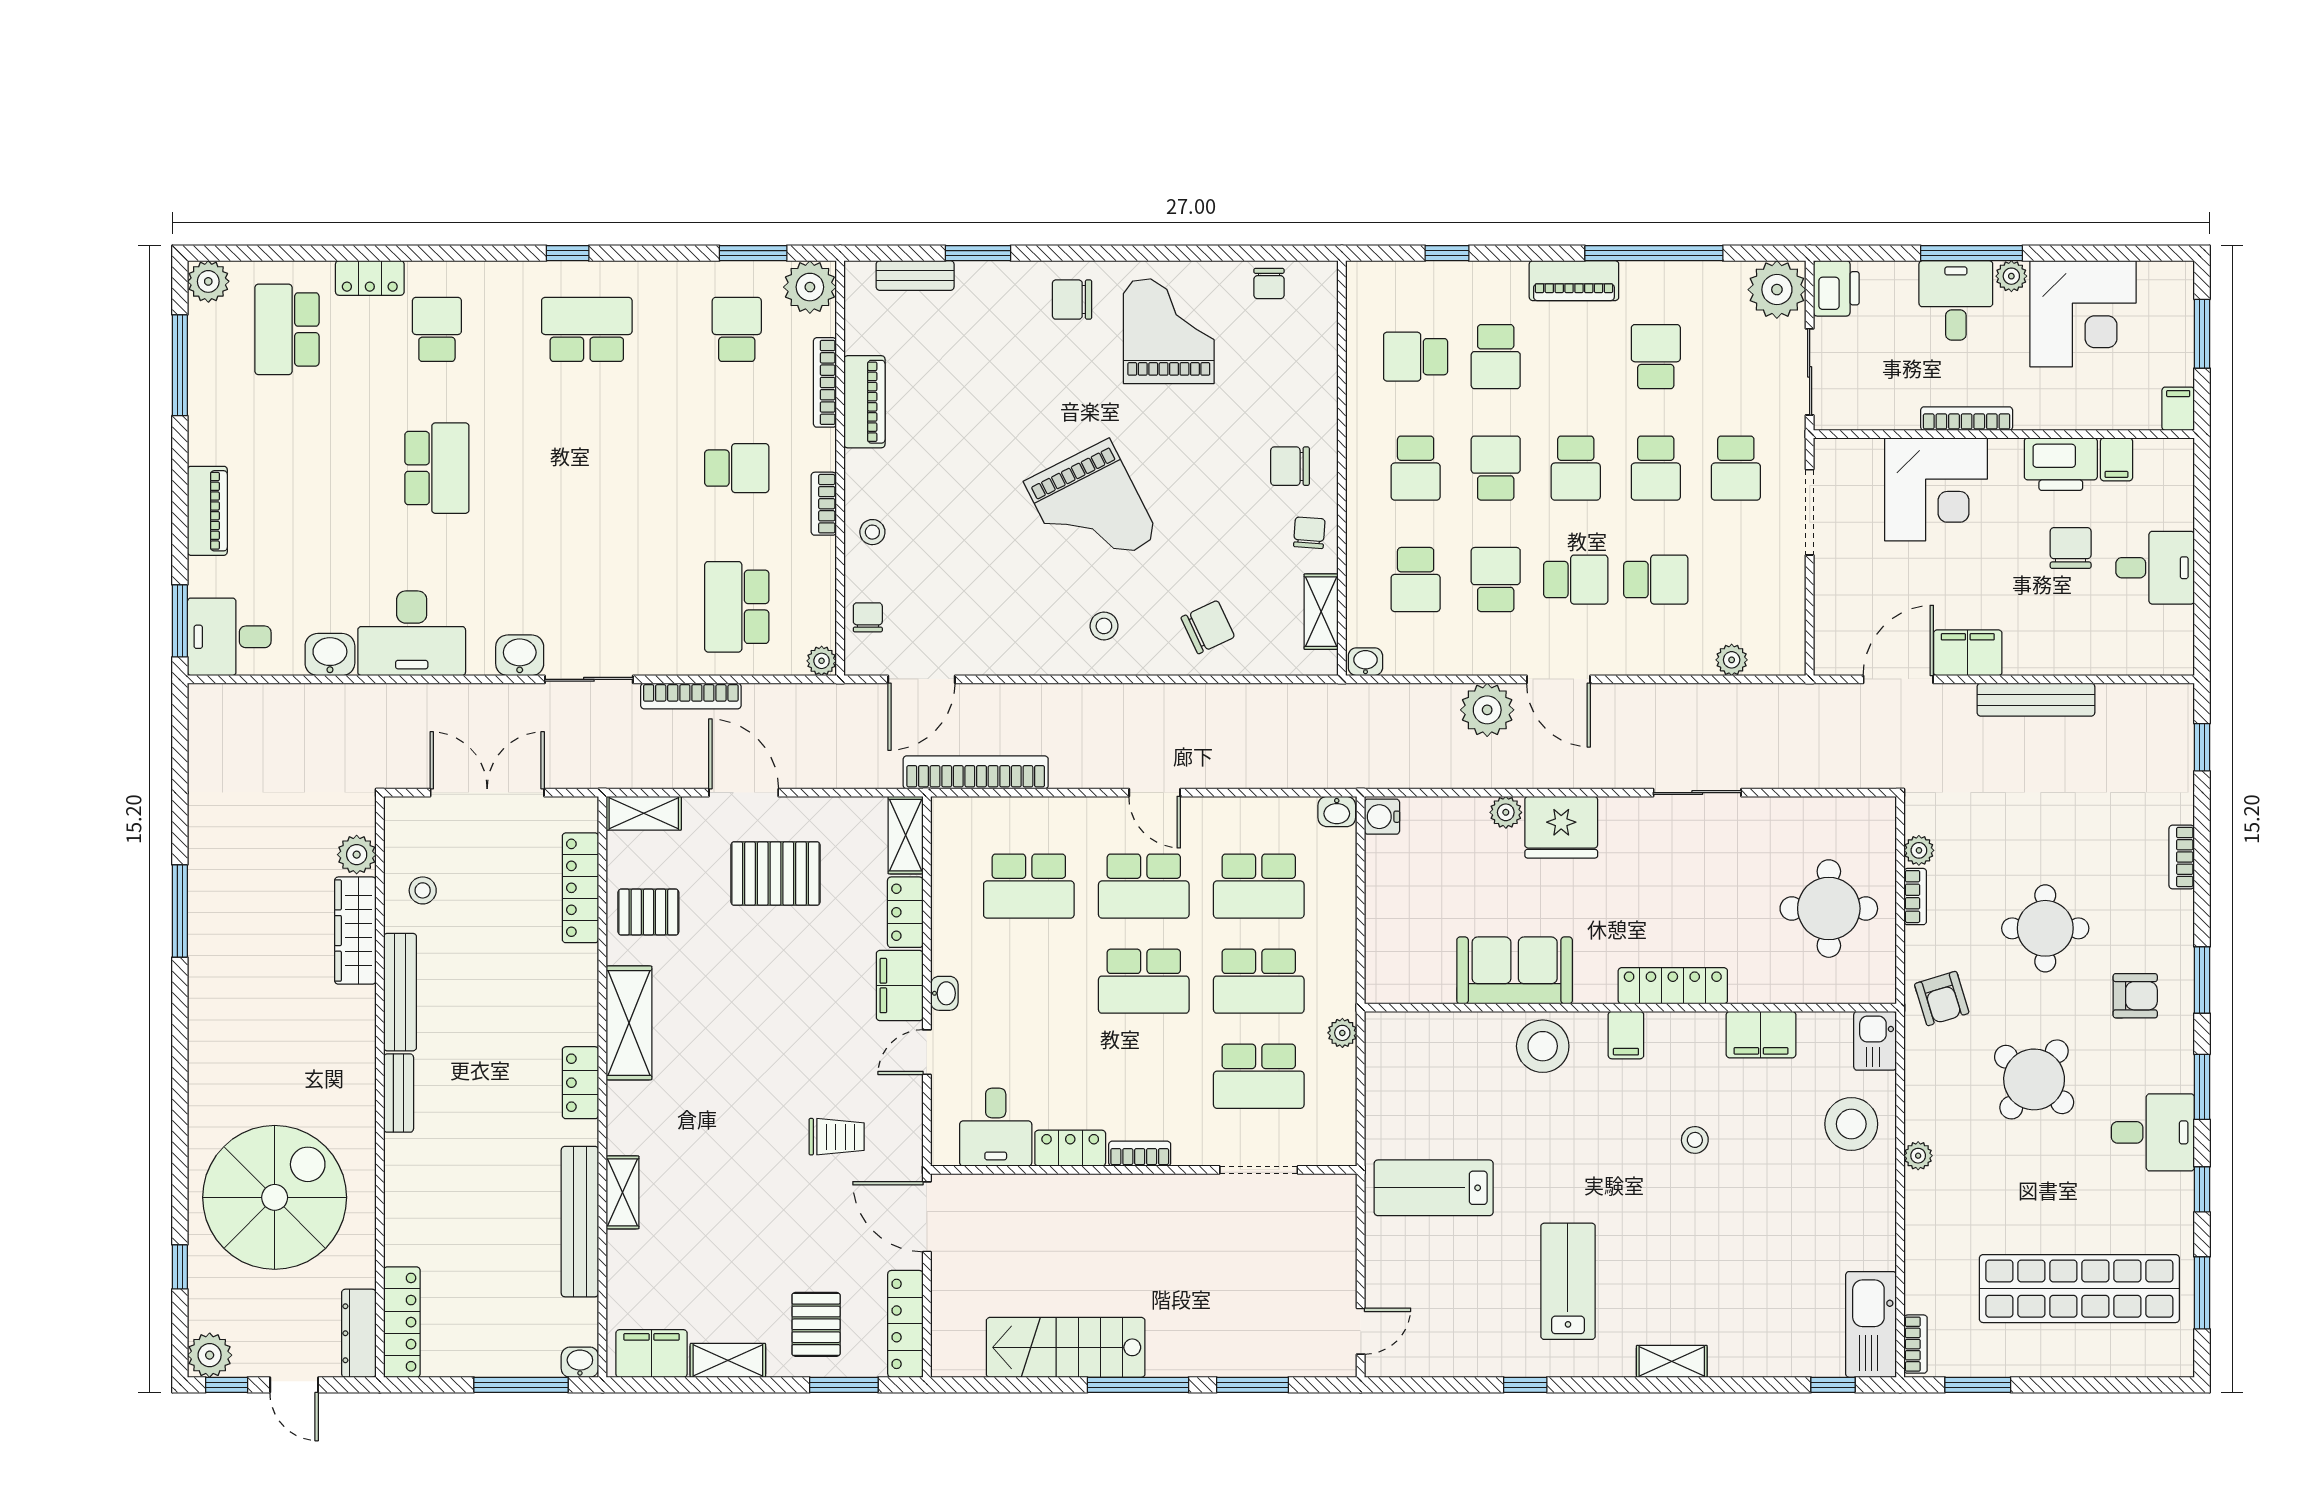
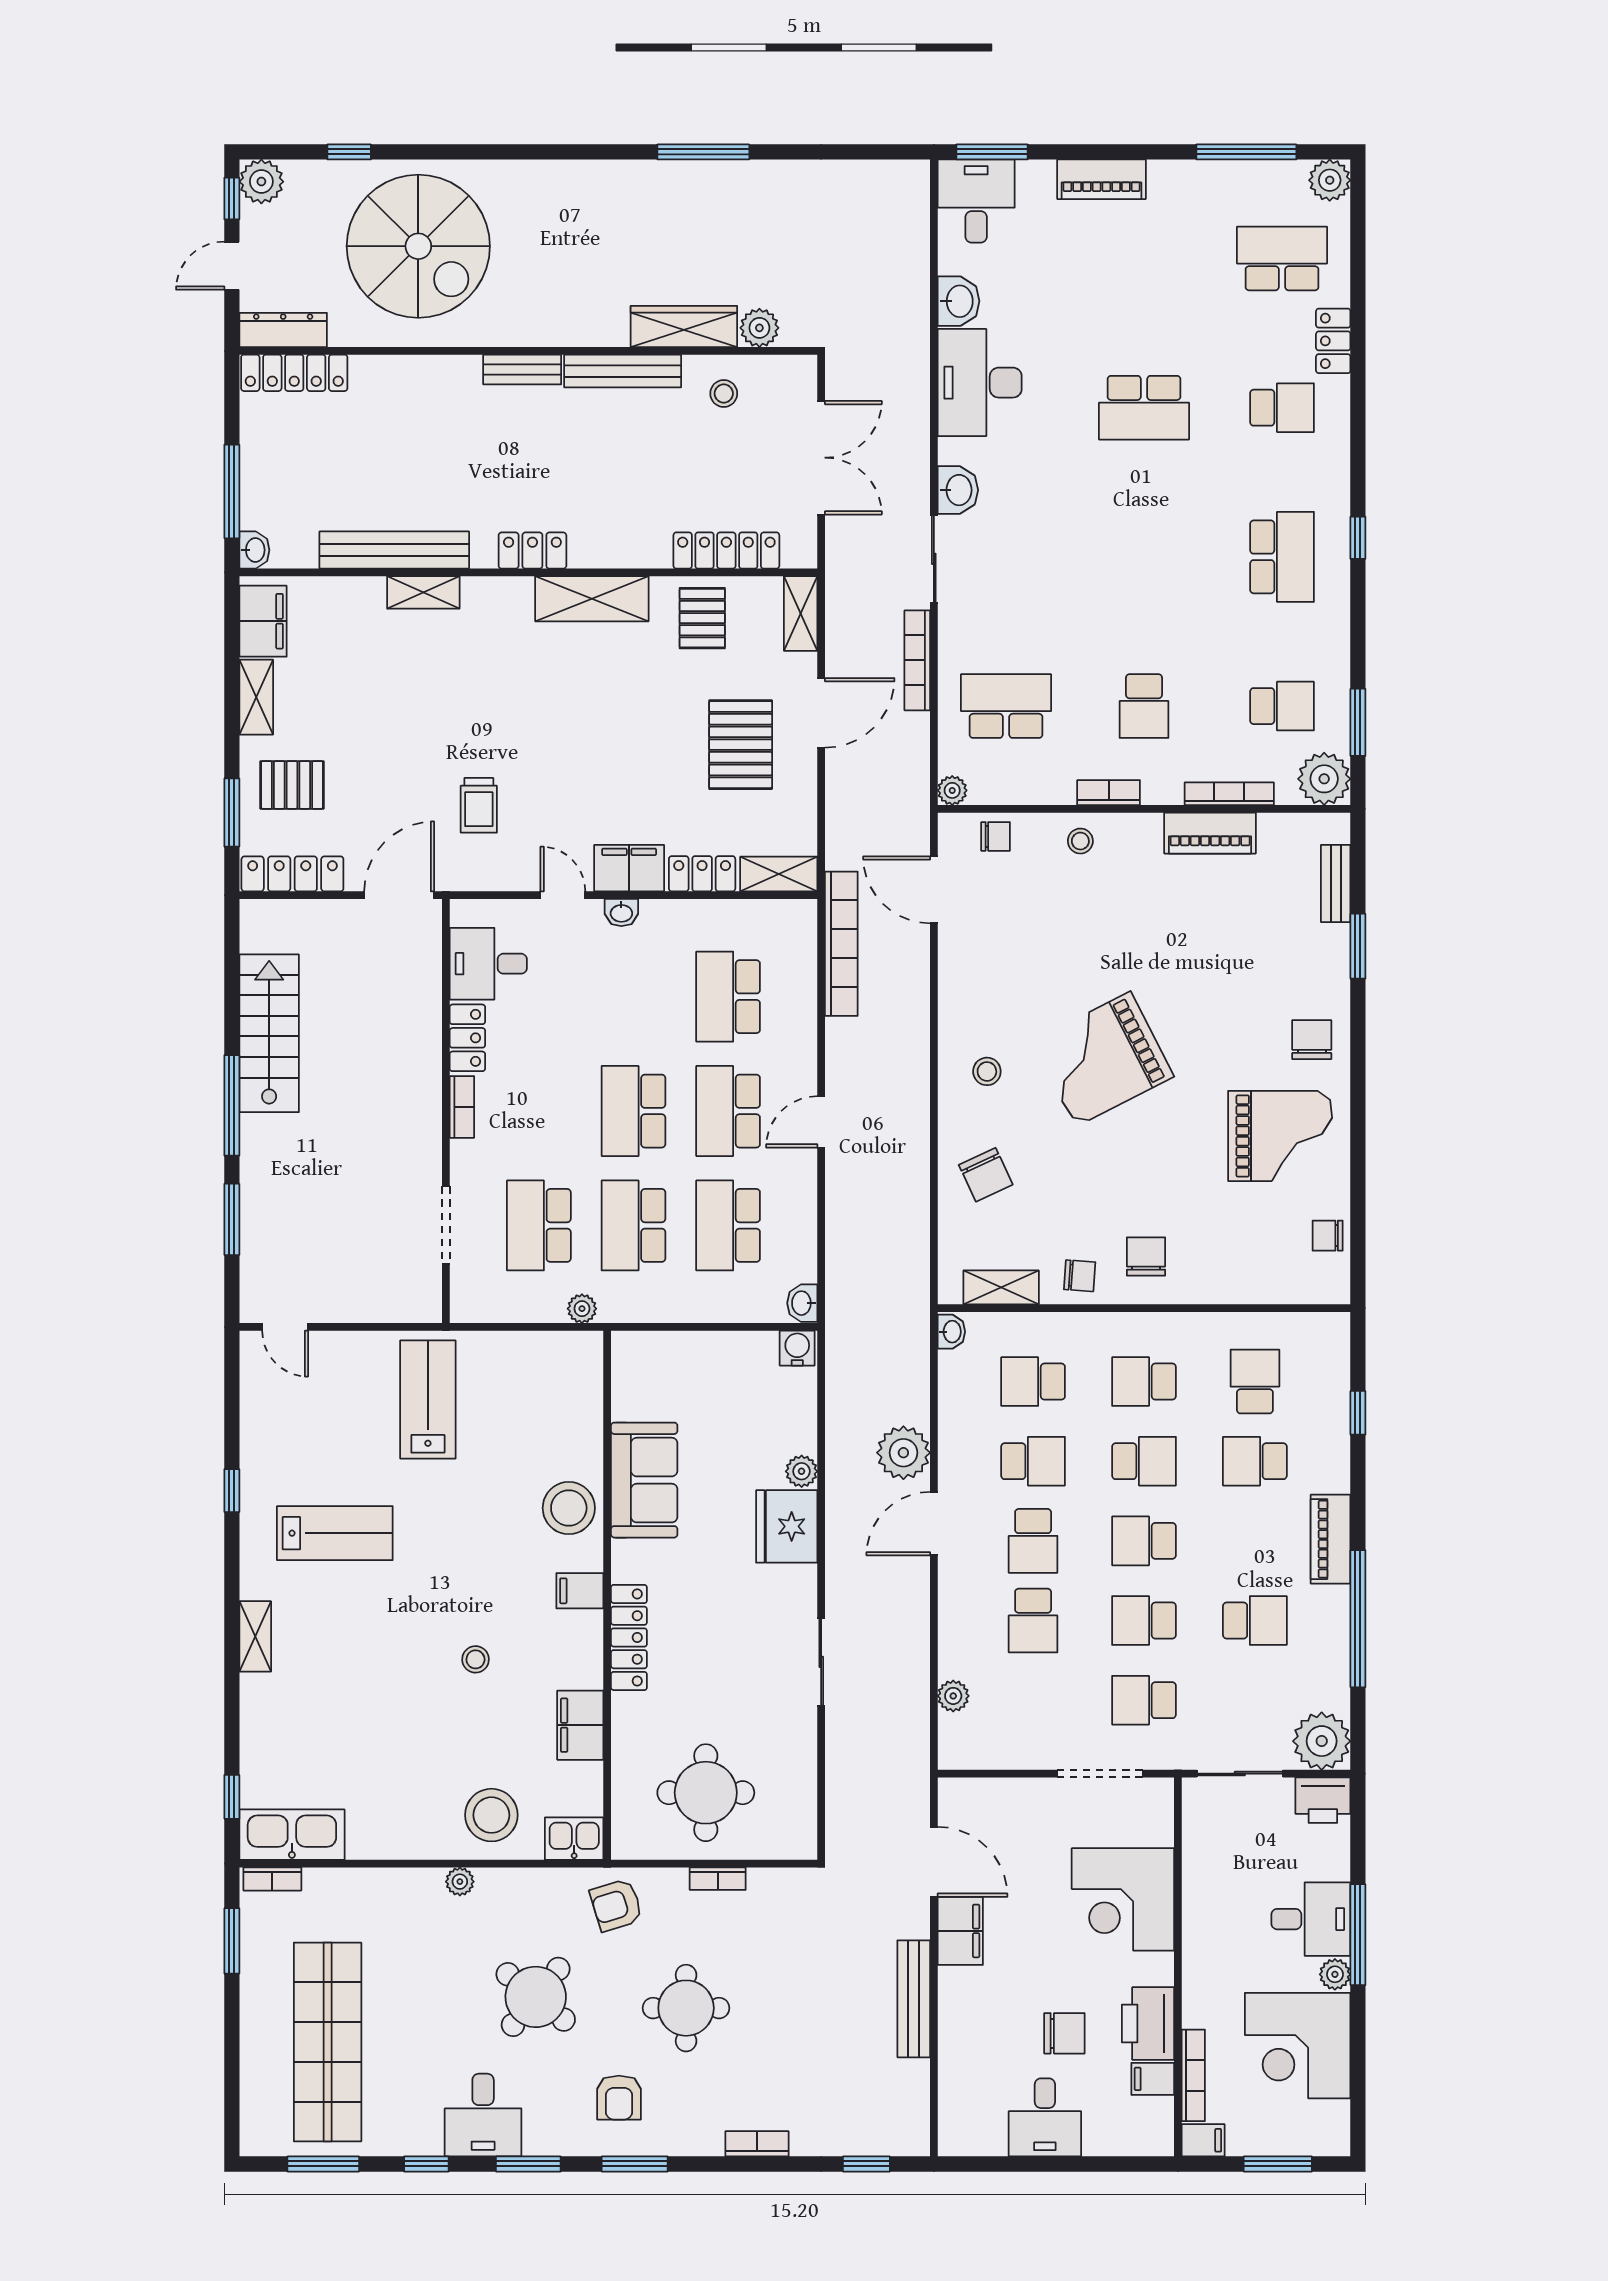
bookcase: (1967, 419) -> (1193, 2075), moved
plant: (1919, 850) -> (764, 1882), removed

